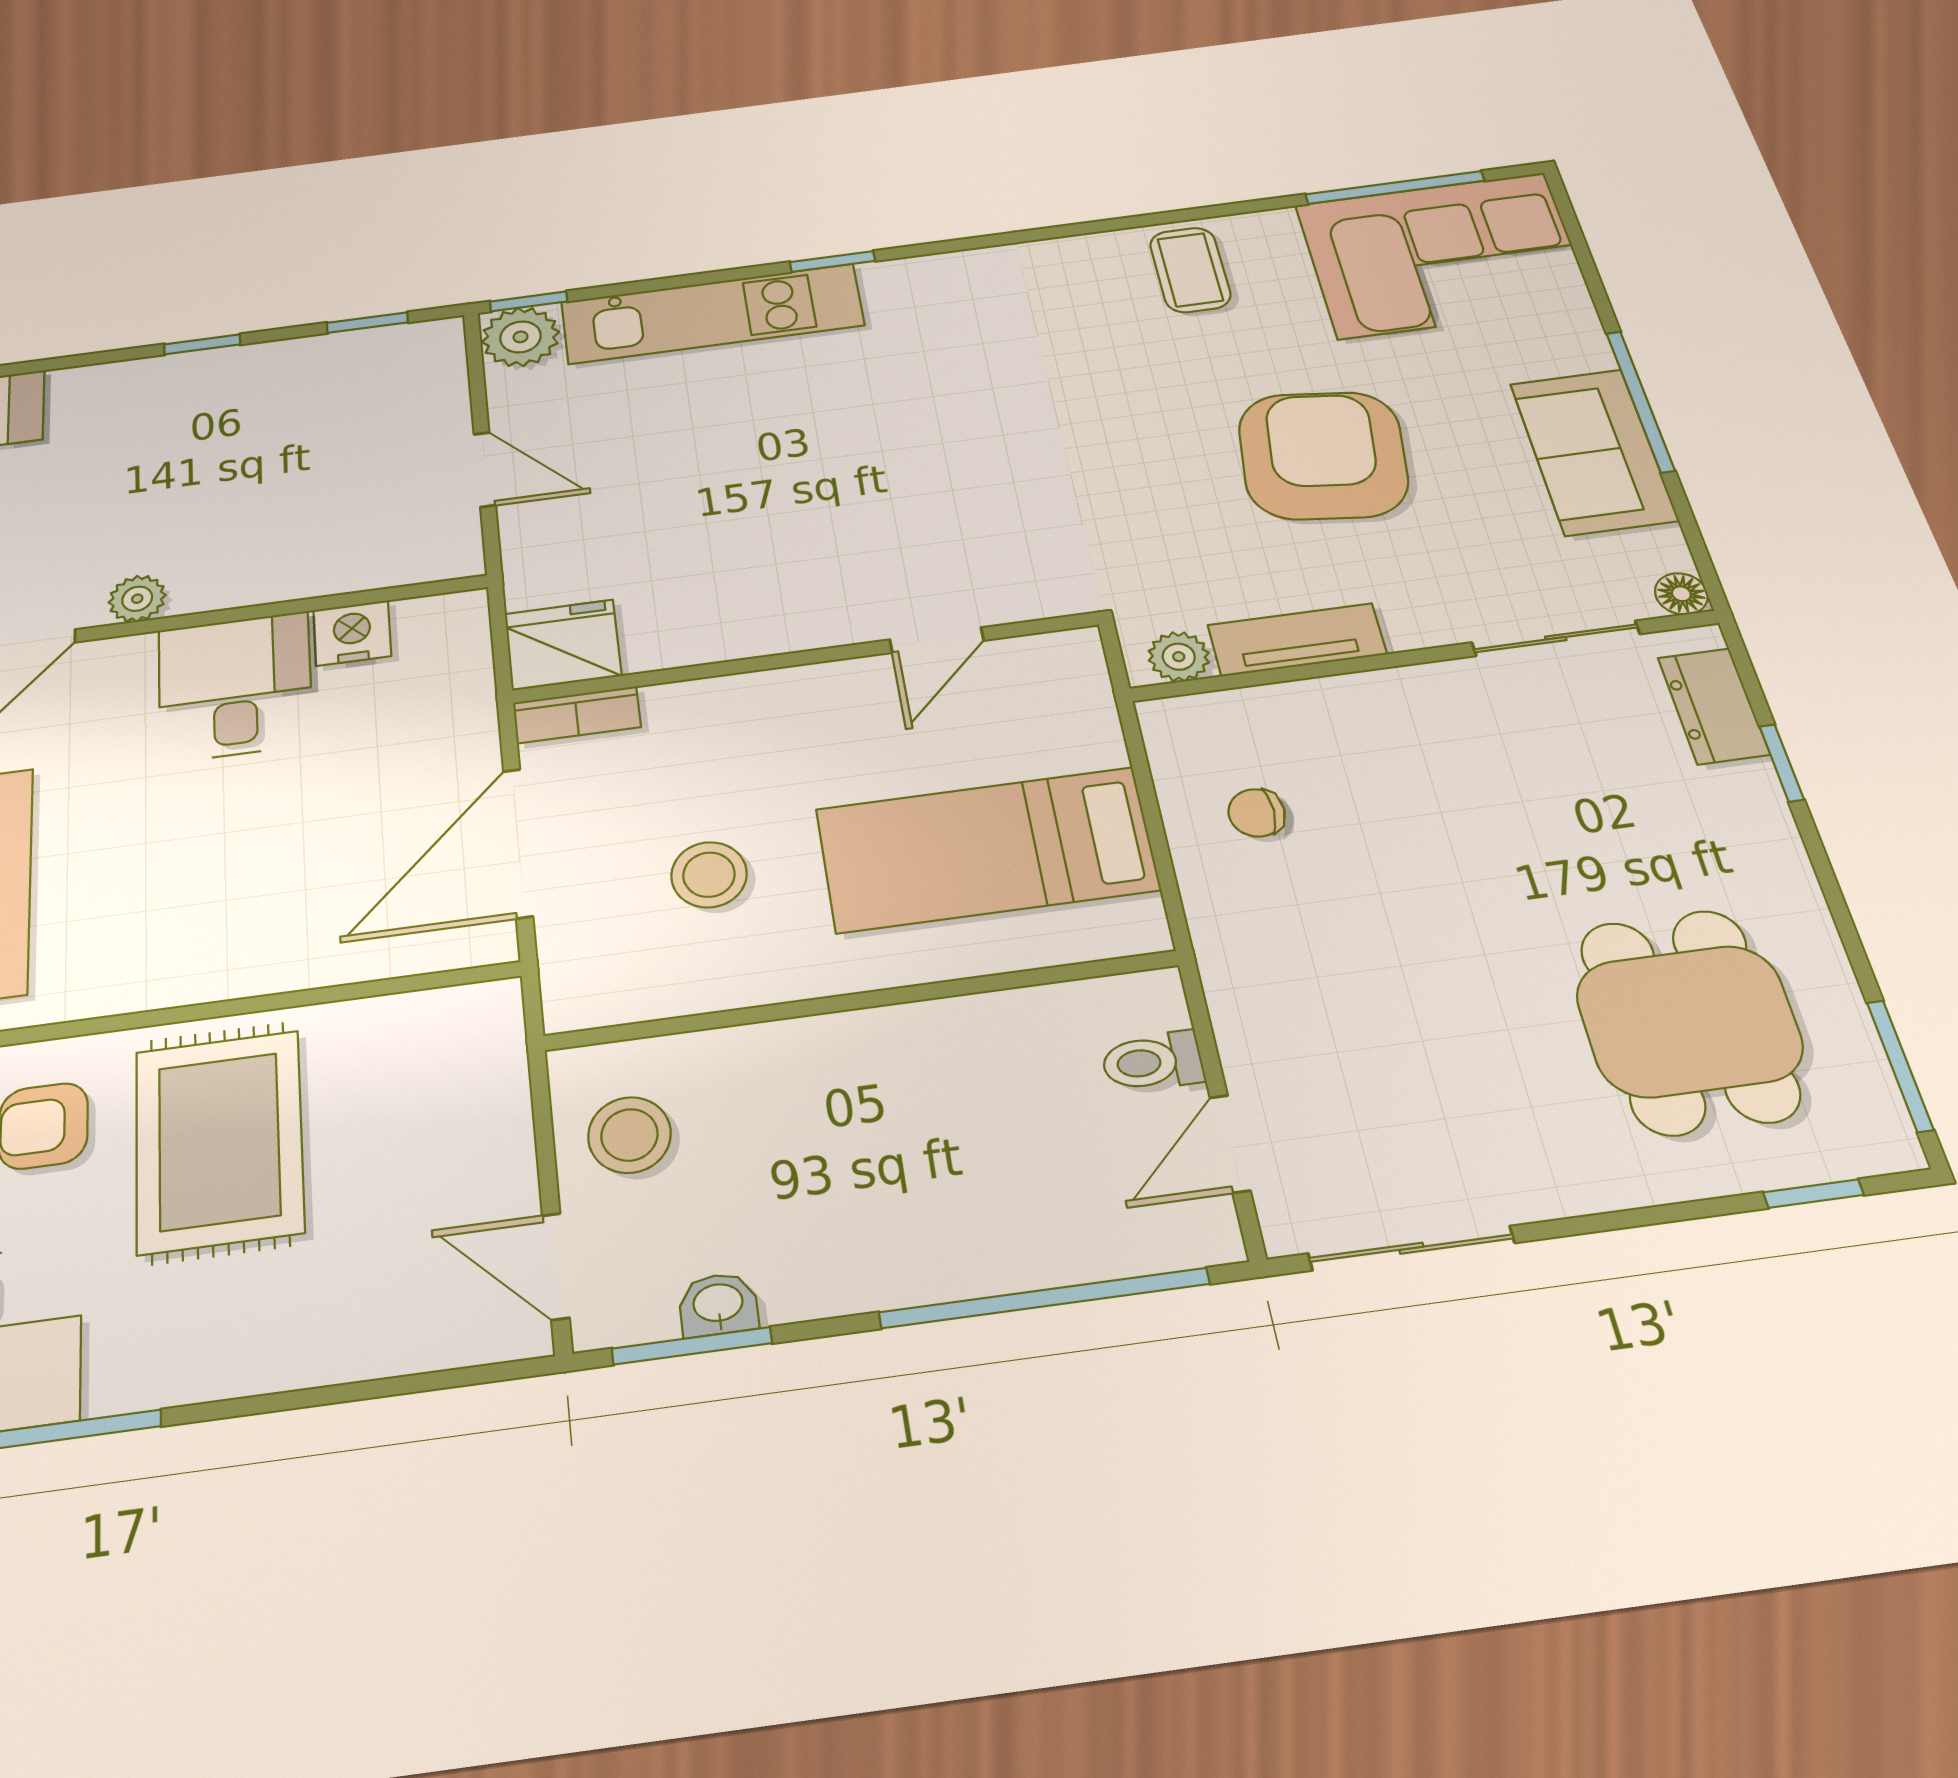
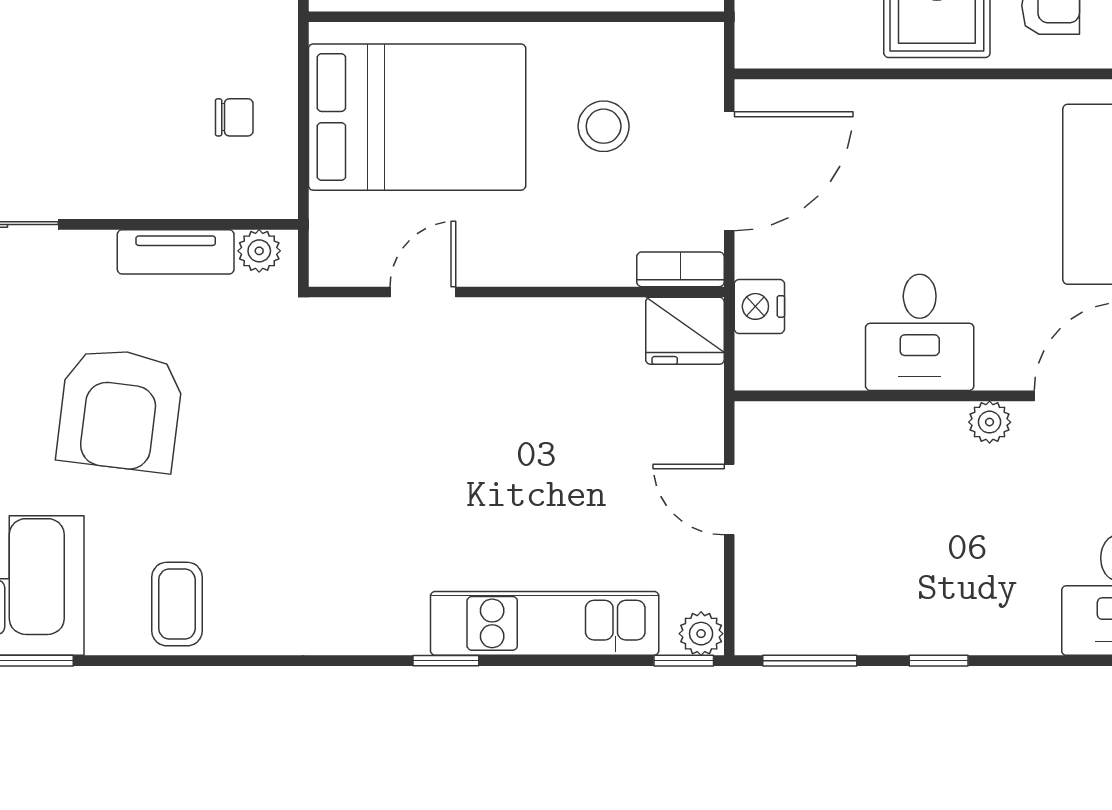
window: (367, 323) -> (810, 661), width x1.50
plant: (521, 337) -> (701, 634), width x0.73, depth x0.73
nightstand: (352, 633) -> (759, 306), moved, turned 90
bed: (986, 849) -> (417, 117), width x1.50

